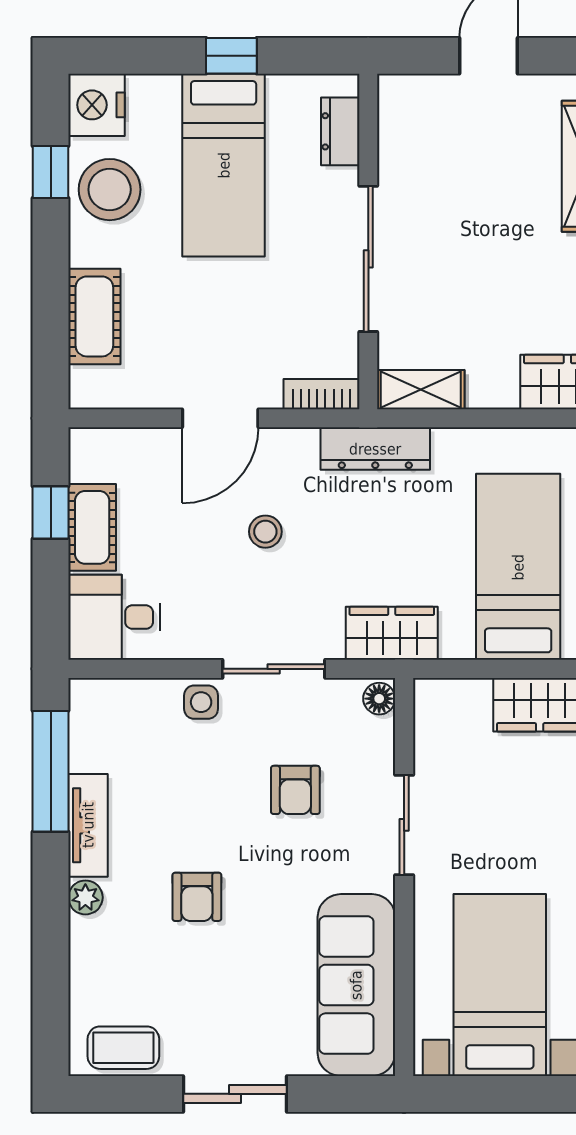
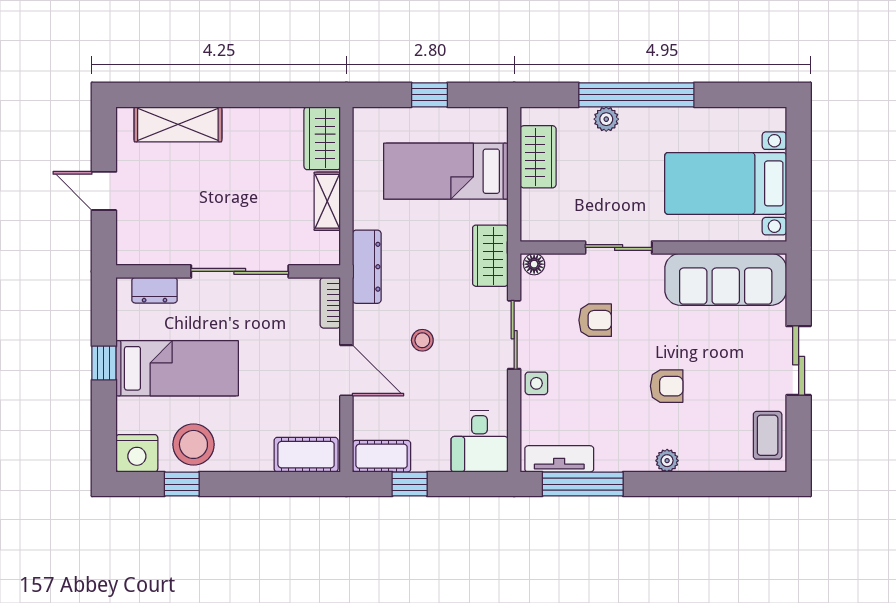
cot: (94, 316) -> (306, 455), moved
shelving: (421, 390) -> (327, 201), moved
cot: (92, 527) -> (382, 456), moved
tv unit: (88, 825) -> (559, 459), moved

